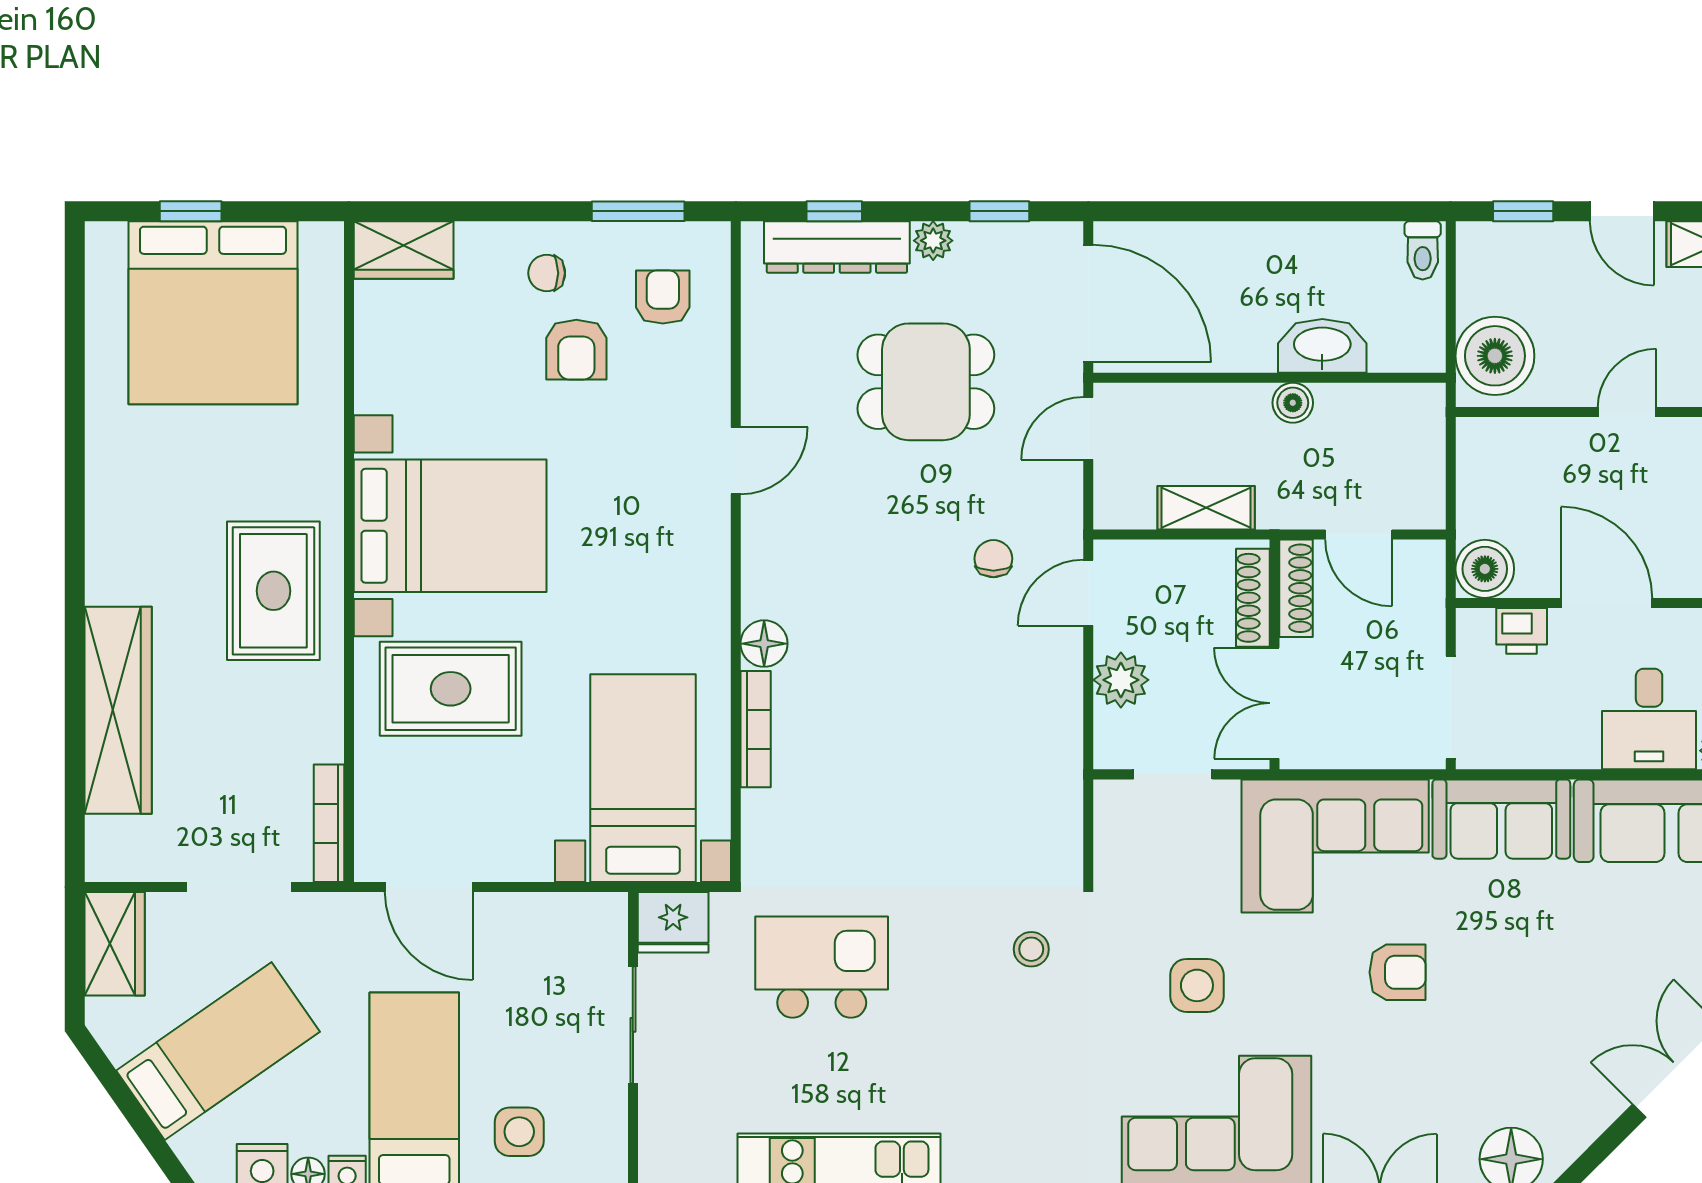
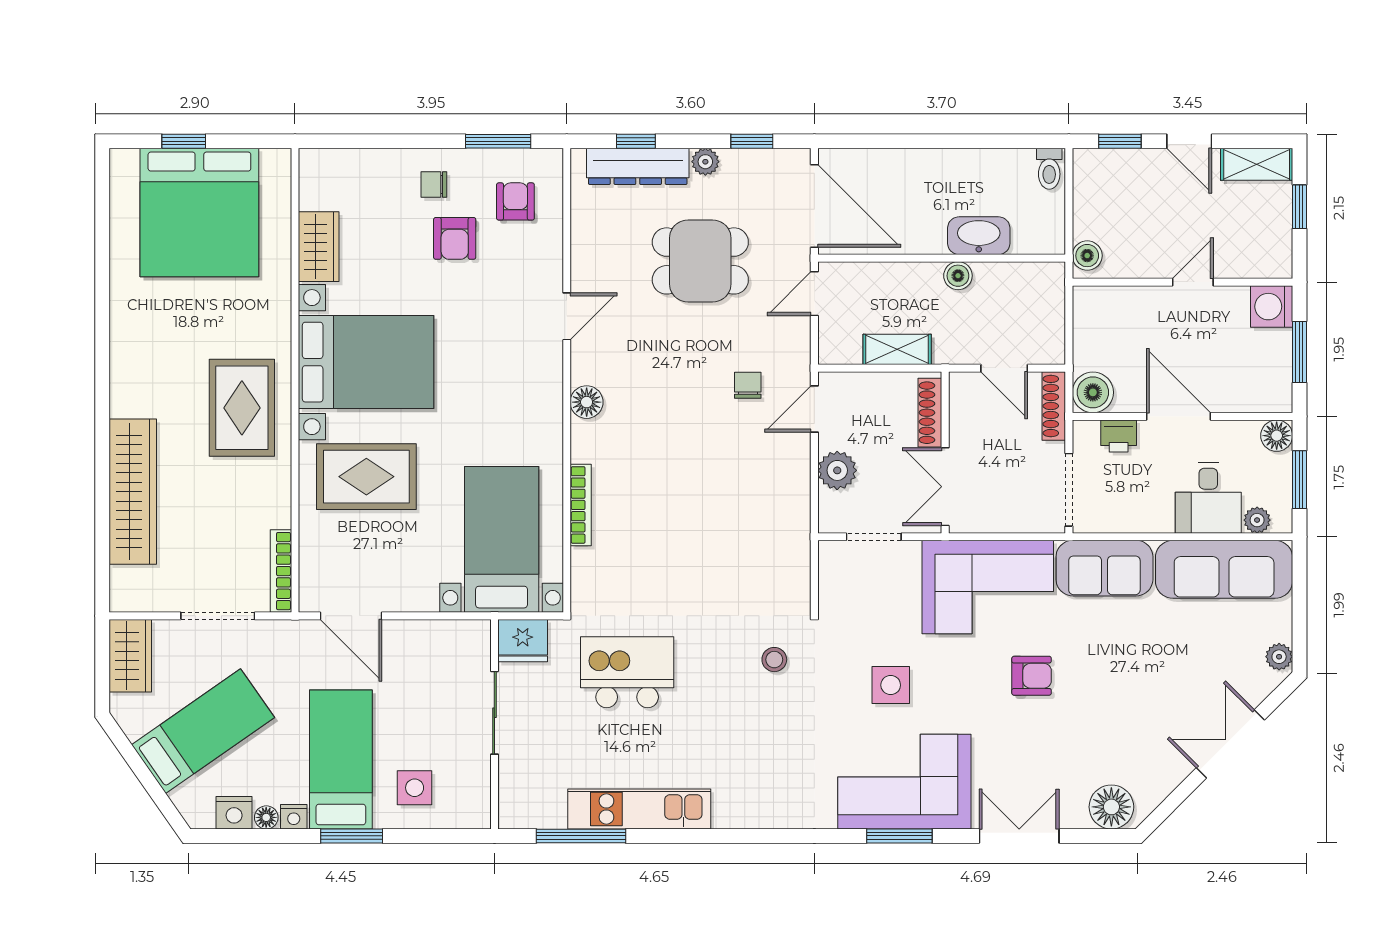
wardrobe: (404, 250) -> (319, 247), moved, turned -90
boiler: (1495, 356) -> (1087, 256), width x0.54, depth x0.54
shoe rack: (1296, 588) -> (1054, 406), moved, turned 180
floor lamp: (764, 644) -> (587, 402), moved

